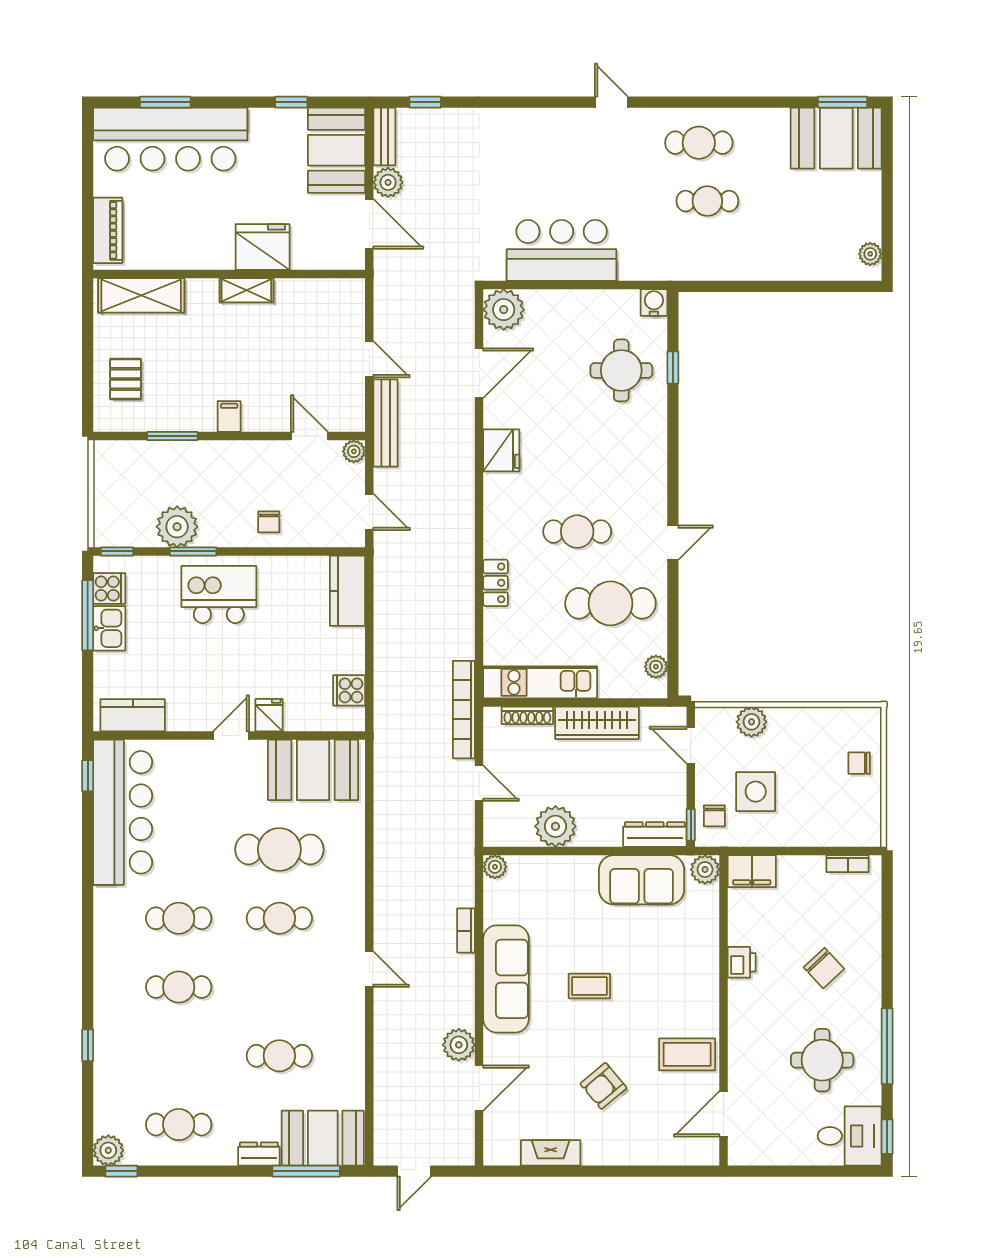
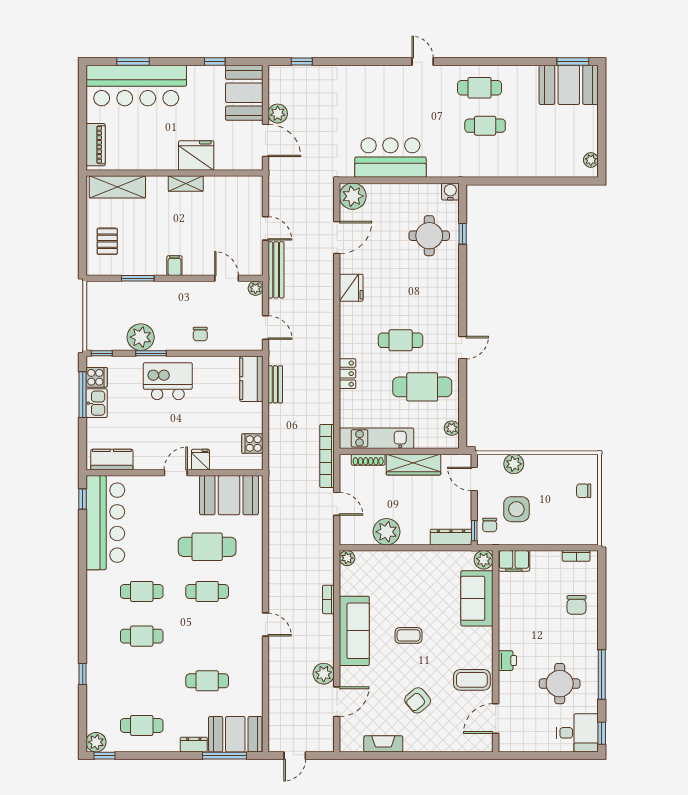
bench: (384, 137) -> (275, 384), moved
sofa: (642, 880) -> (477, 598), moved, turned 90
printer: (742, 962) -> (507, 661), moved
chair: (824, 968) -> (577, 605), moved, turned 43

